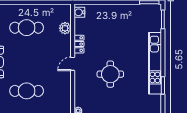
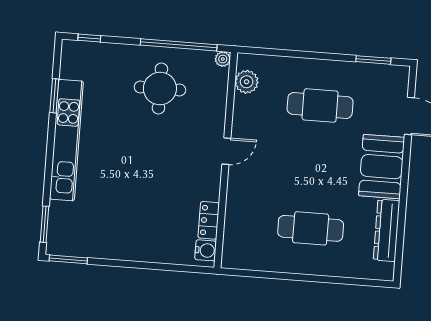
plant: (65, 28) -> (247, 82), moved
locker: (79, 44) -> (209, 220), moved
round table: (110, 74) -> (160, 89), moved

